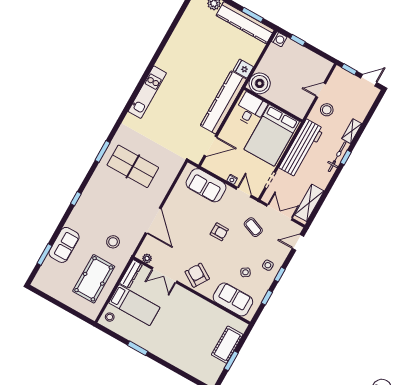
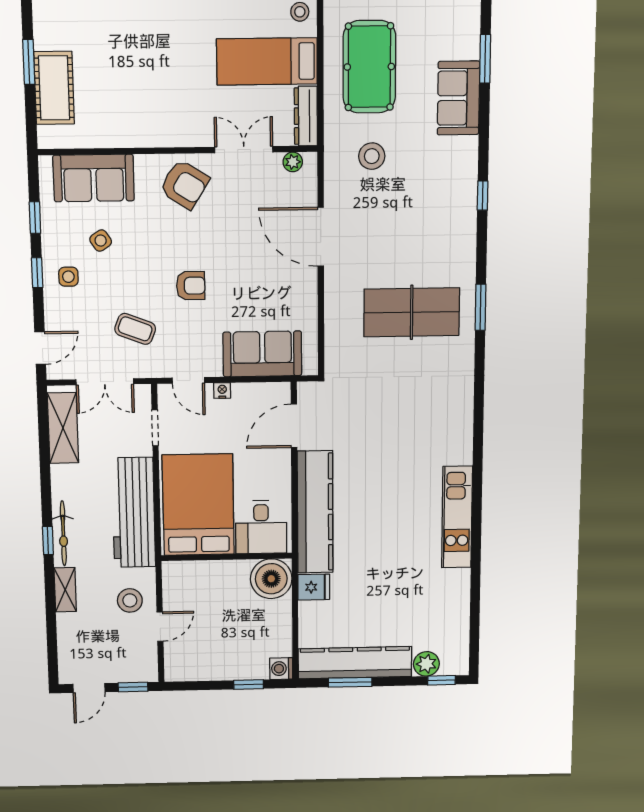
kitchen unit: (147, 92) -> (457, 517), moved
armchair: (219, 232) -> (191, 286), turned 180

